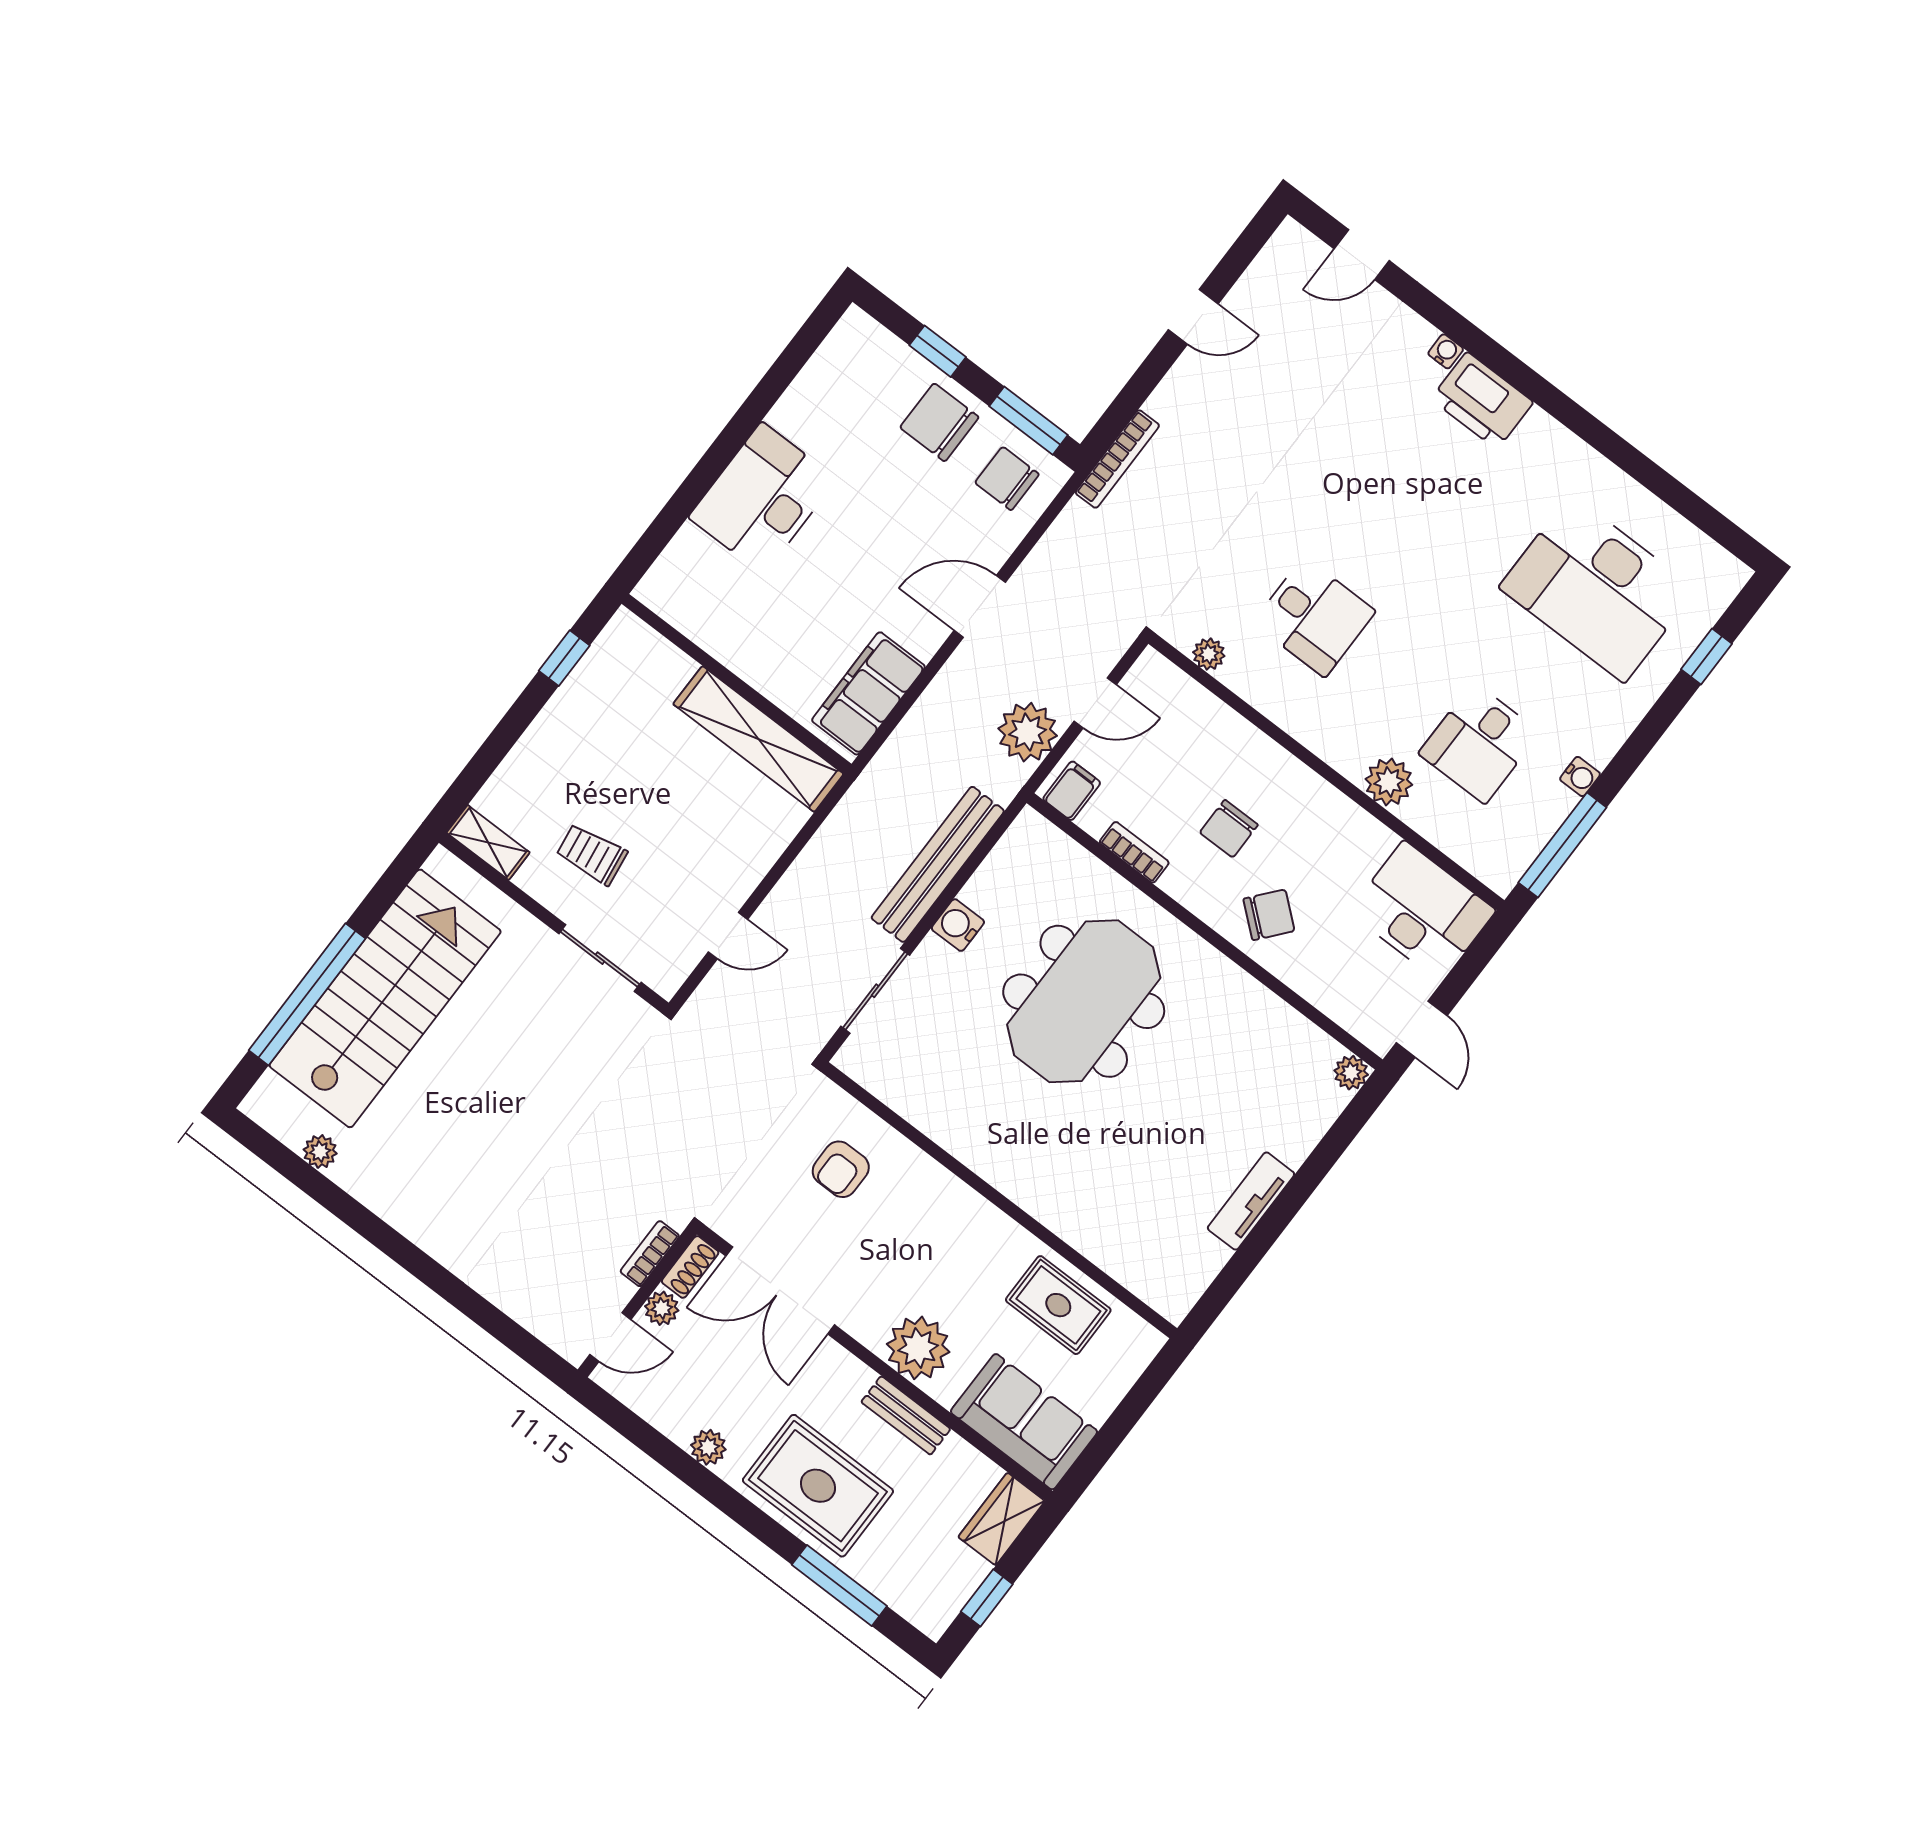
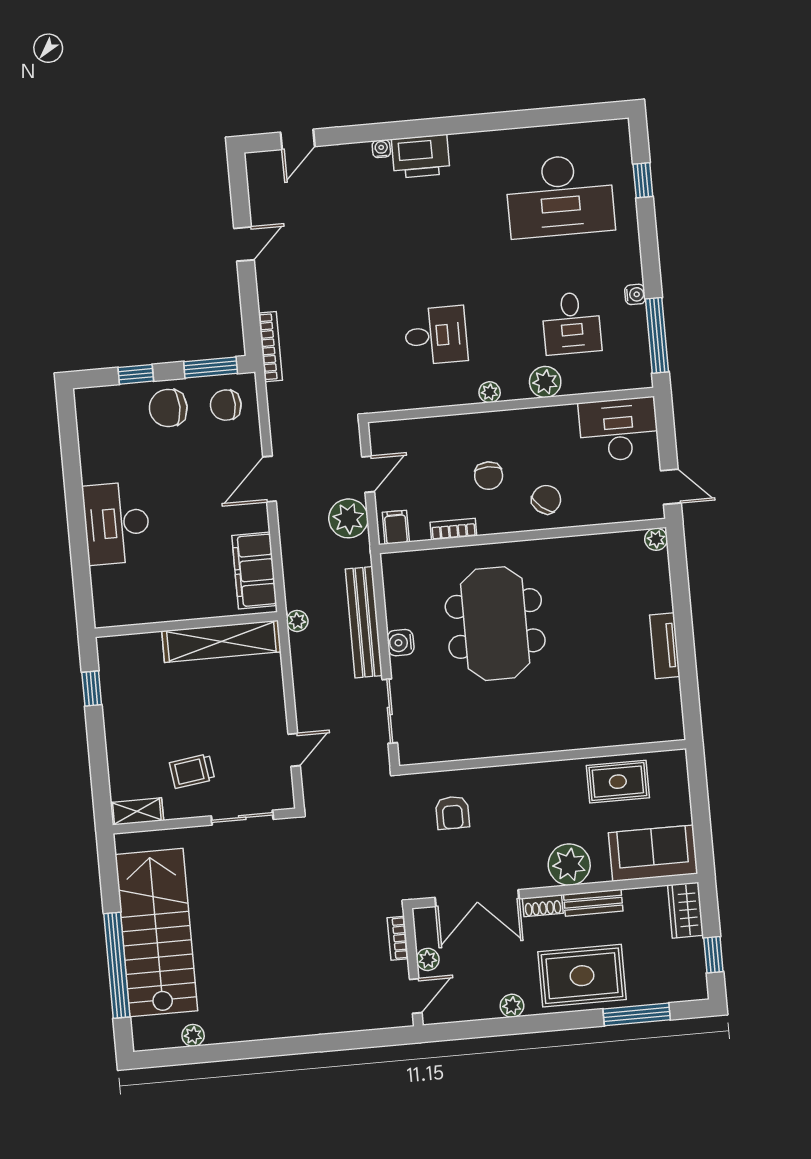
plant: (1209, 654) -> (490, 392), moved
plant: (864, 794) -> (297, 621), added
shoe rack: (690, 1267) -> (543, 906), moved, turned 90

